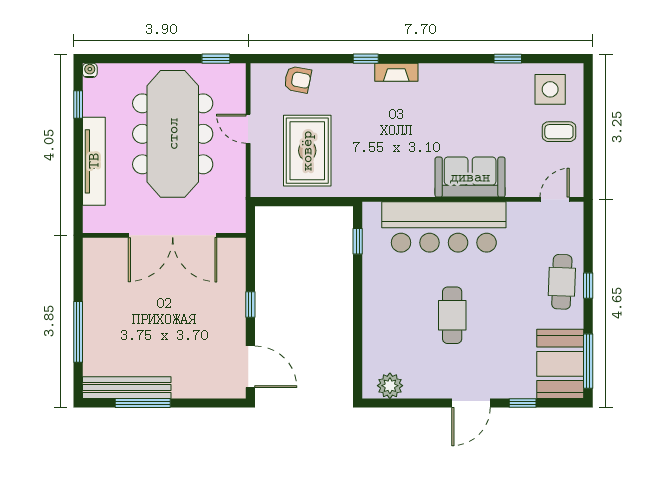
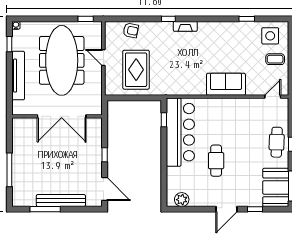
bar counter: (444, 227) -> (180, 132), moved, turned -90
bench: (127, 388) -> (61, 201), moved

